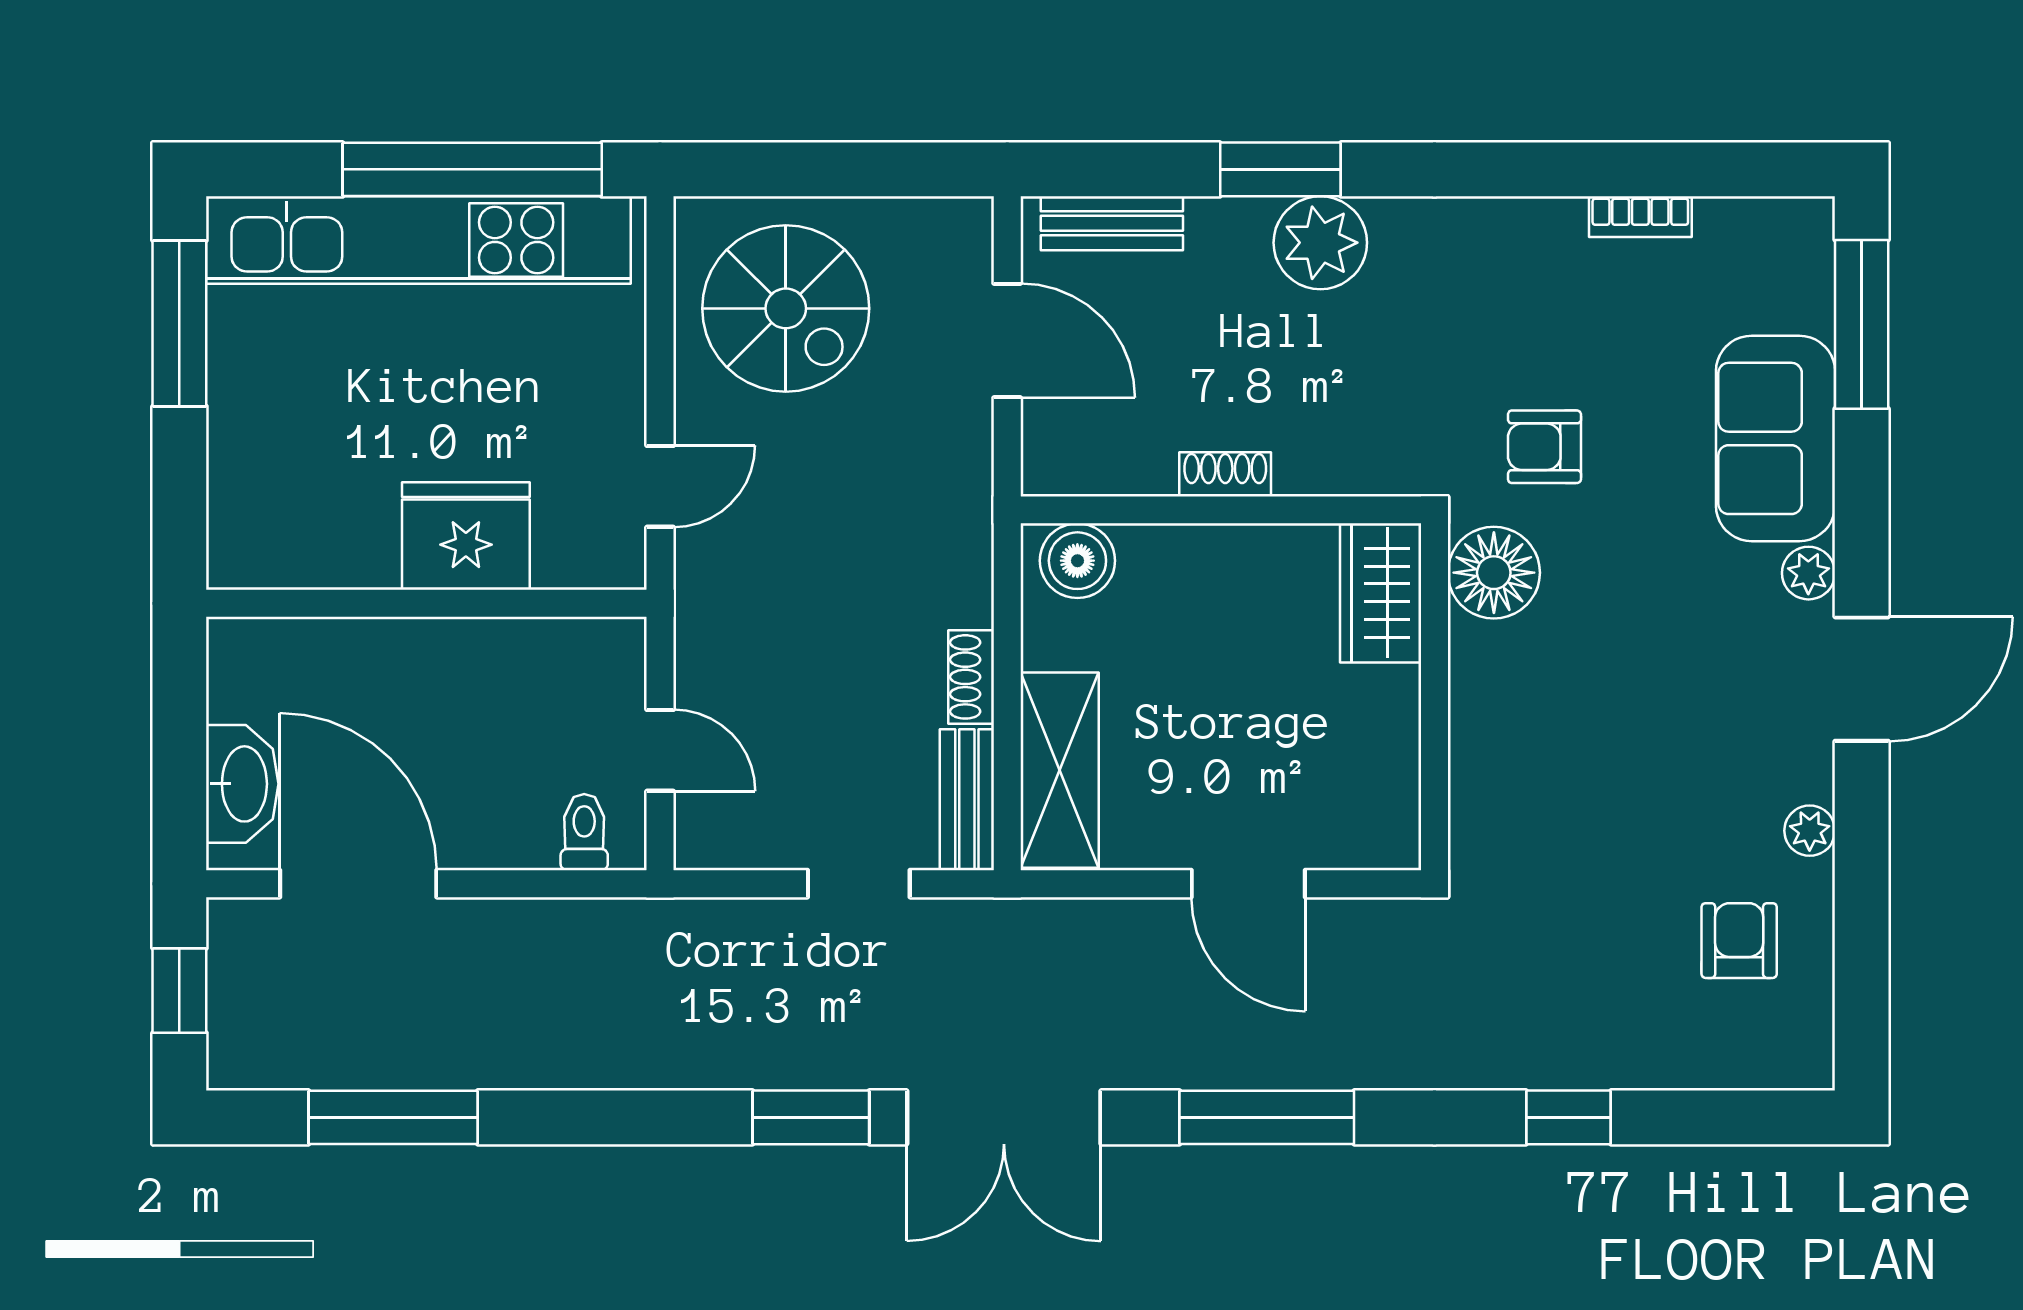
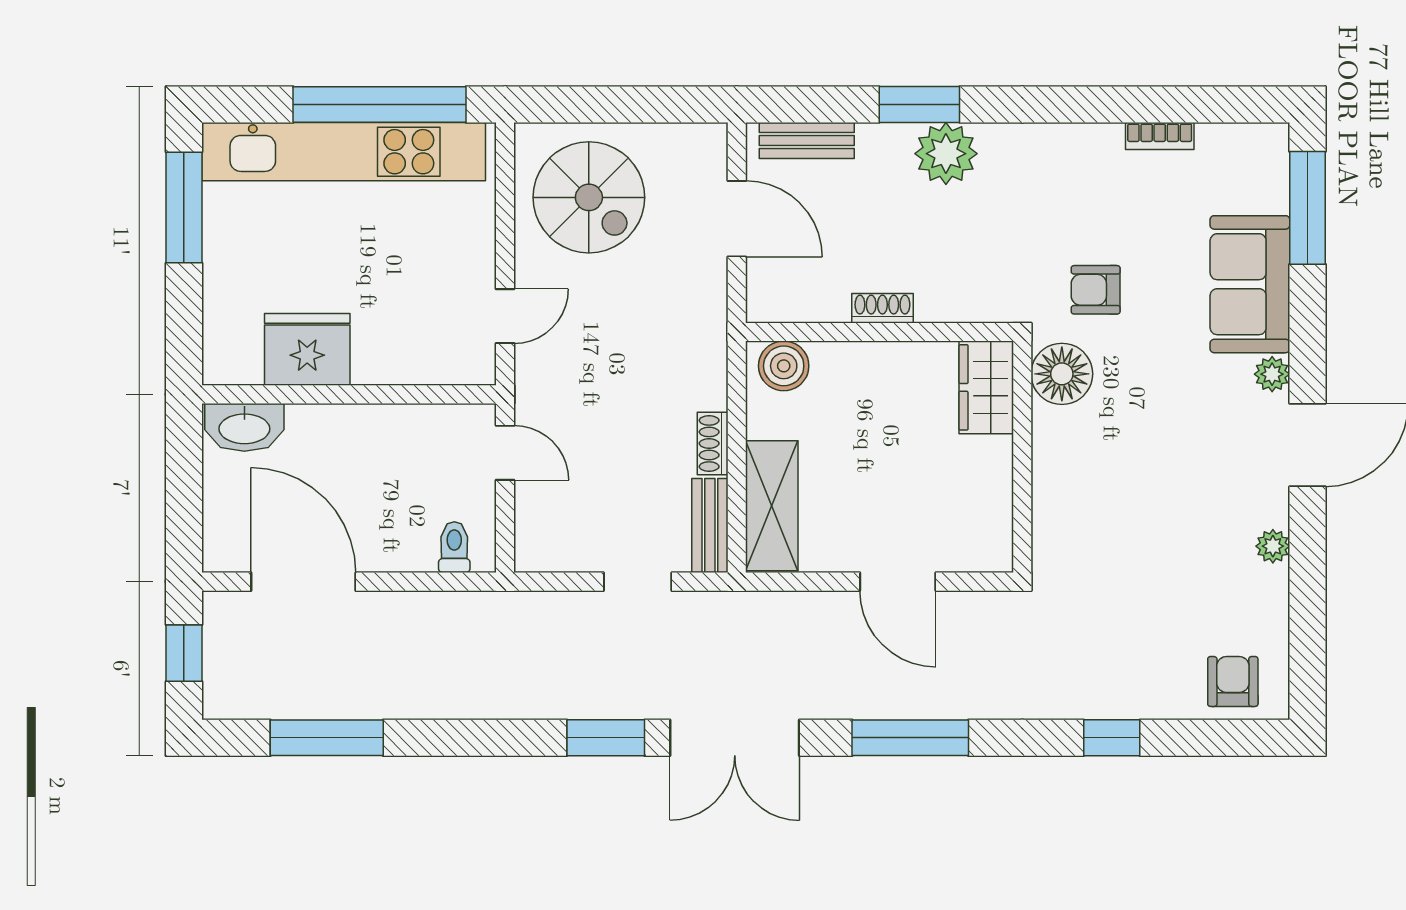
fridge: (466, 536) -> (307, 349), moved
door: (660, 750) -> (505, 453), moved
washbasin: (242, 784) -> (244, 427), moved, turned 90
armchair: (1739, 941) -> (1233, 681), moved

